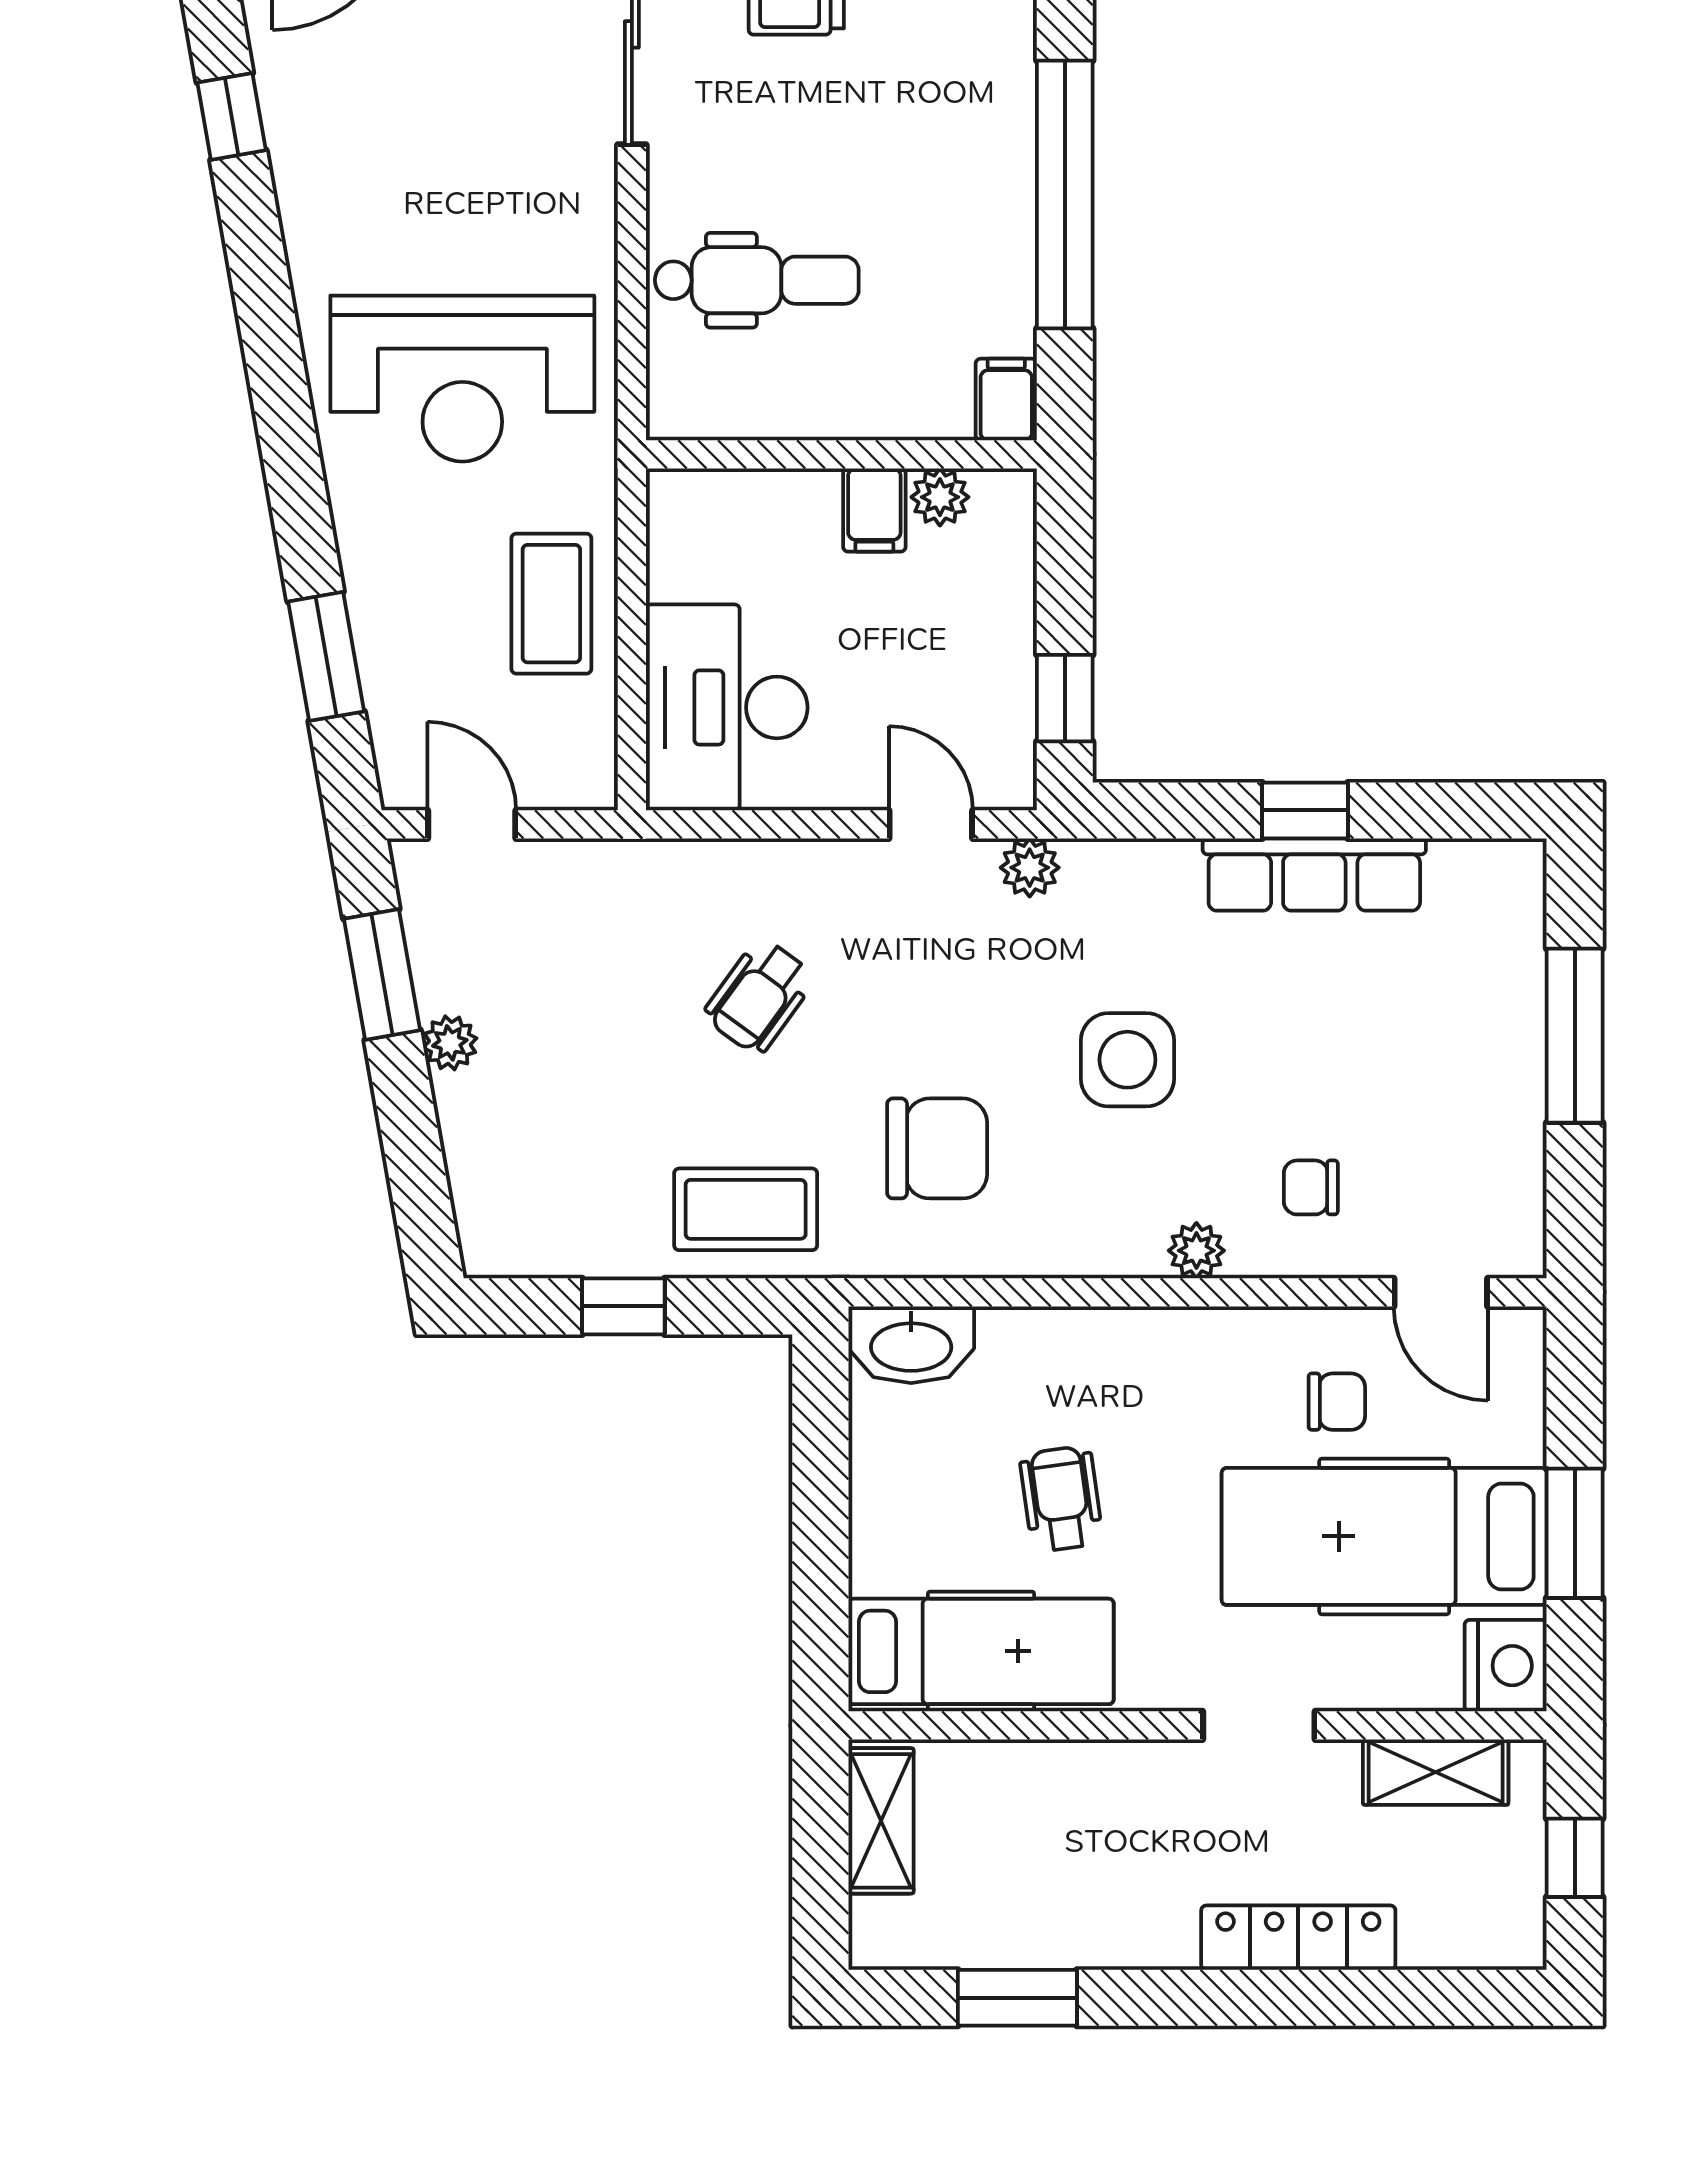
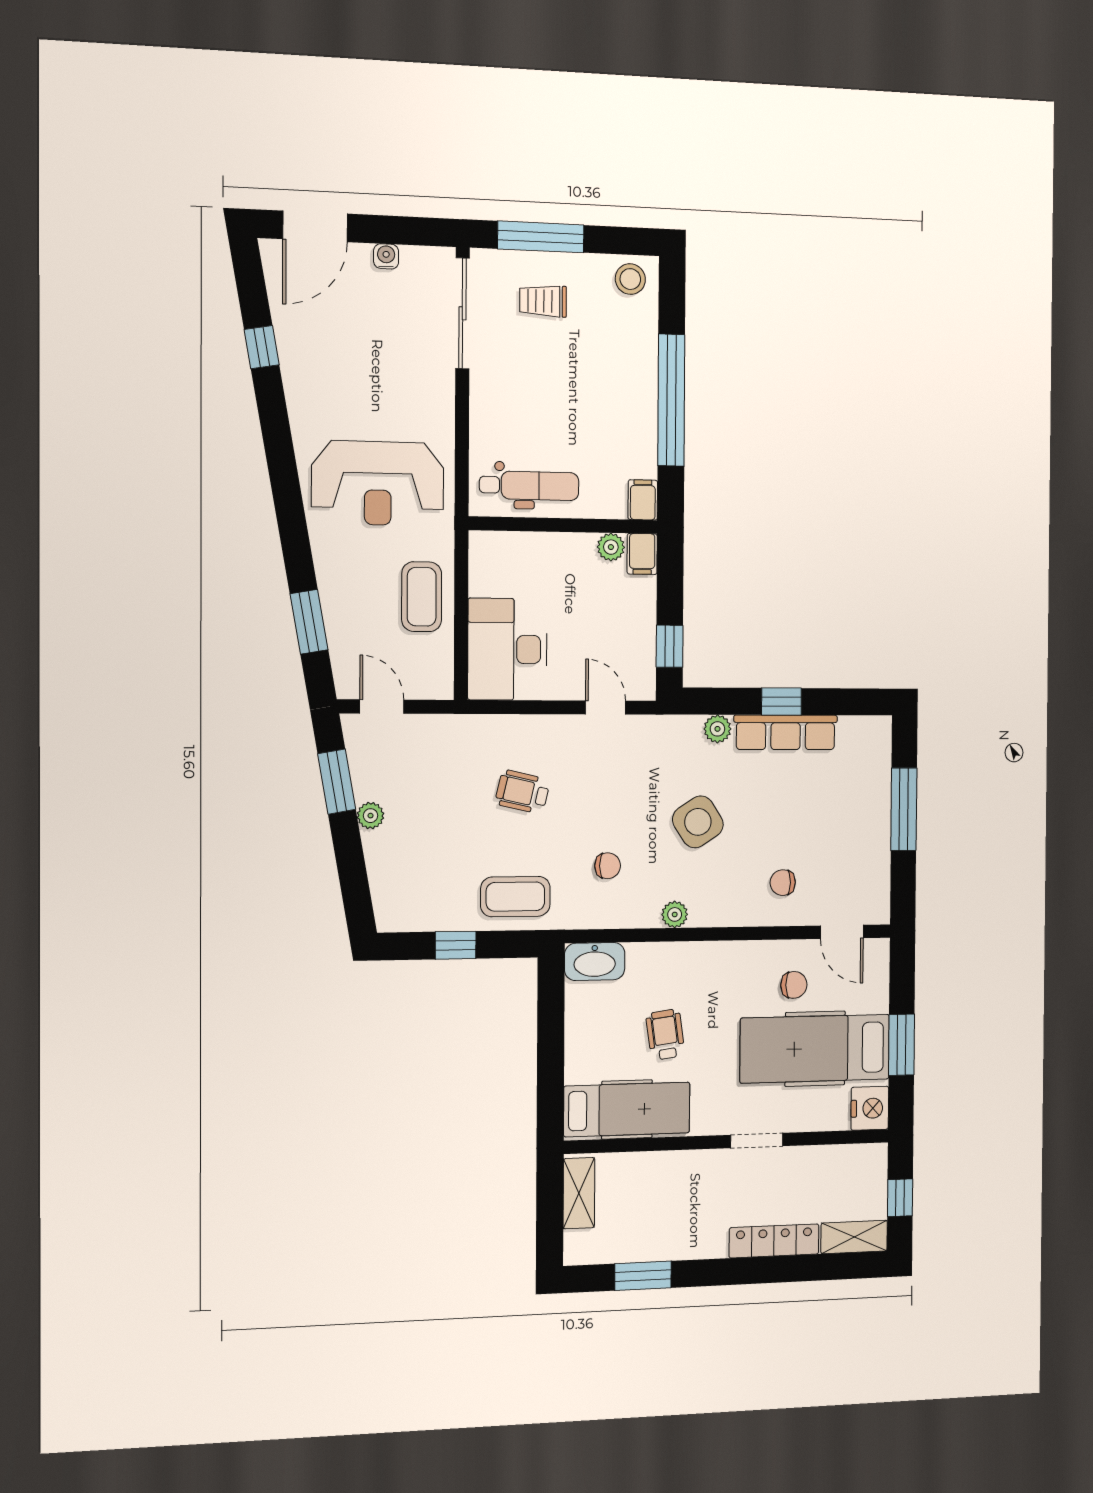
dental chair: (757, 280) -> (529, 486), moved
filing cabinet: (874, 510) -> (642, 554), moved
plant: (1030, 868) -> (717, 729), moved
wheelchair: (759, 996) -> (523, 792), turned 67
side table: (1127, 1060) -> (698, 822), turned -33
chair: (937, 1148) -> (608, 866), width x0.54, depth x0.54
plant: (1196, 1251) -> (675, 914), moved
shelving: (1436, 1772) -> (854, 1237), moved

